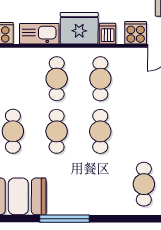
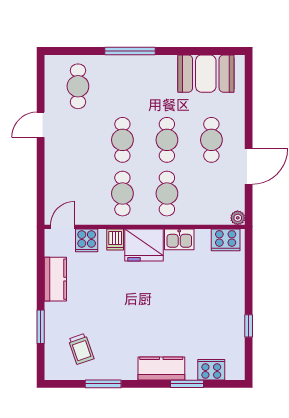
kitchen sink: (39, 34) -> (179, 239), width x0.73
window: (64, 219) -> (130, 51), moved

